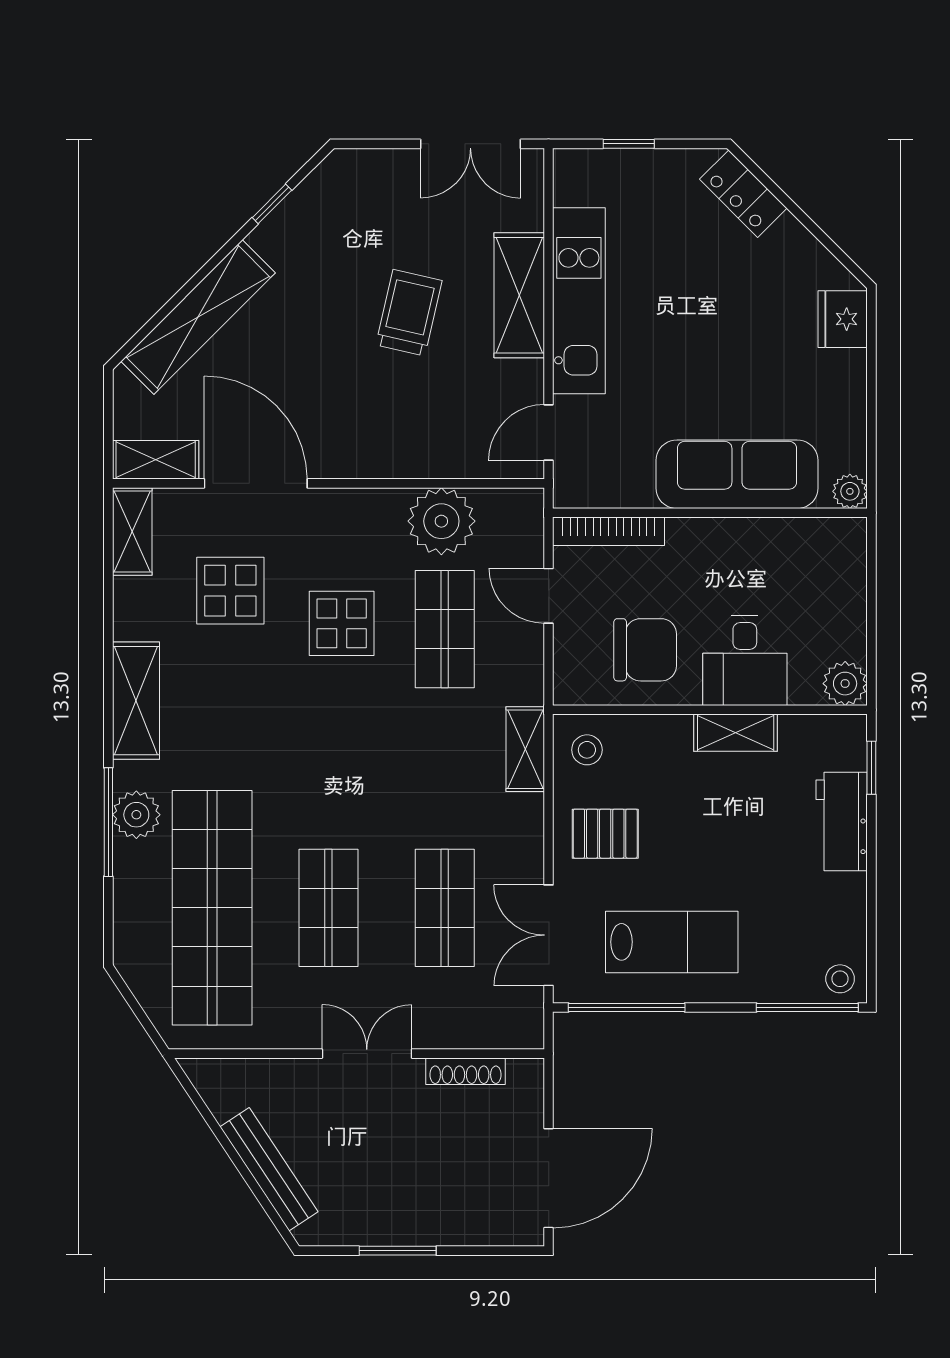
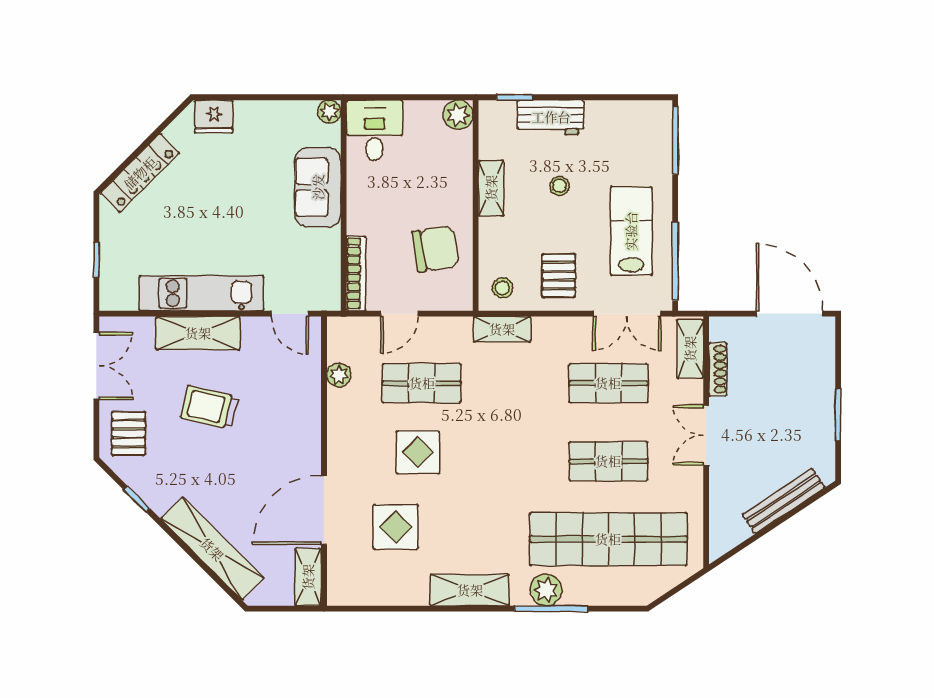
pallet: (370, 192) -> (129, 433), added
locker: (743, 194) -> (140, 173), width x1.53
sofa: (737, 474) -> (318, 187), width x0.73
plant: (441, 521) -> (339, 375), width x0.53, depth x0.53
shelving: (132, 531) -> (690, 349), moved, turned 90
chair: (645, 650) -> (435, 249), turned 81
desk: (745, 660) -> (375, 130), moved, turned -90
stool: (840, 979) -> (560, 186), moved

